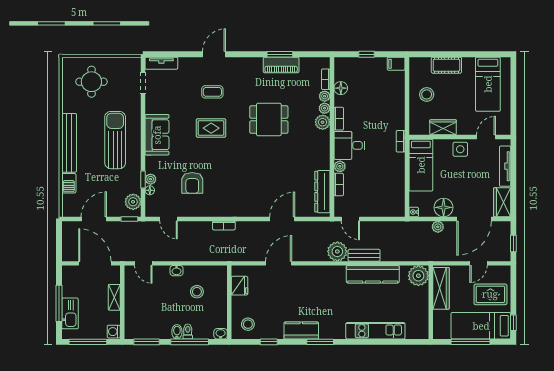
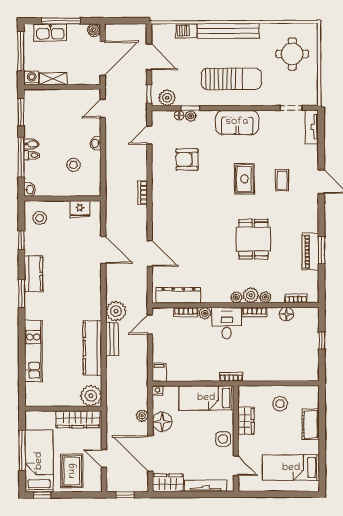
filing cabinet: (396, 64) -> (159, 372), moved
plant: (325, 96) -> (236, 297), moved
boiler: (68, 272) -> (94, 30), added
shelving: (114, 297) -> (53, 79), moved

